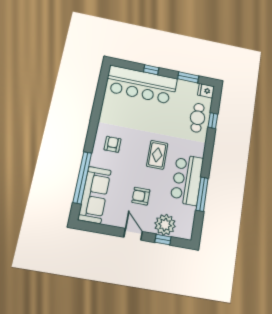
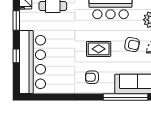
rug: (157, 155) -> (99, 49), moved
armchair: (141, 196) -> (132, 45), turned -79

